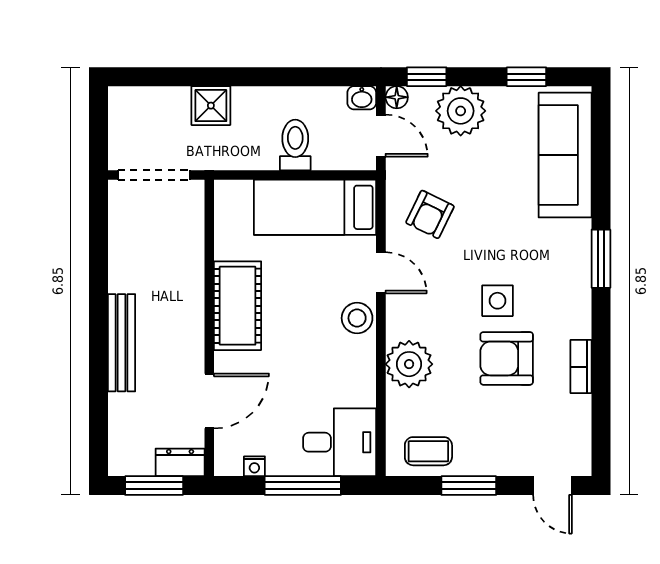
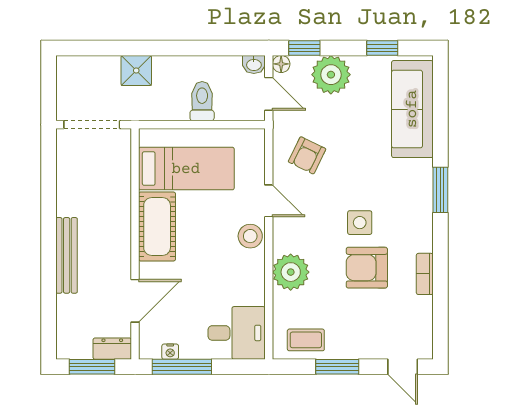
bed: (315, 207) -> (186, 169), moved, turned 180
window: (303, 486) -> (182, 367), moved

